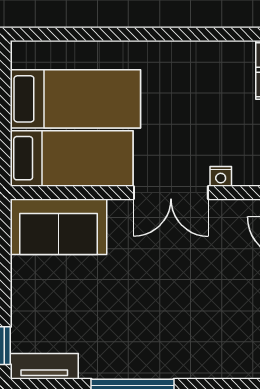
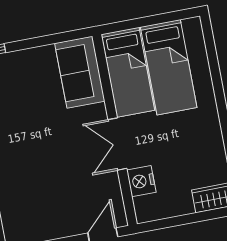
nightstand: (221, 176) -> (141, 181), width x1.89, depth x1.79

